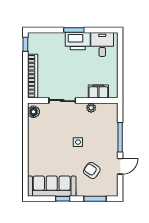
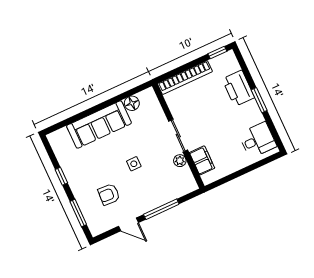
printer: (78, 41) -> (238, 88), moved
sliding door: (62, 101) -> (178, 136), moved
floor lamp: (33, 112) -> (132, 103), moved
armchair: (92, 170) -> (109, 194), turned -121
sofa: (52, 186) -> (99, 124), moved, turned 90

